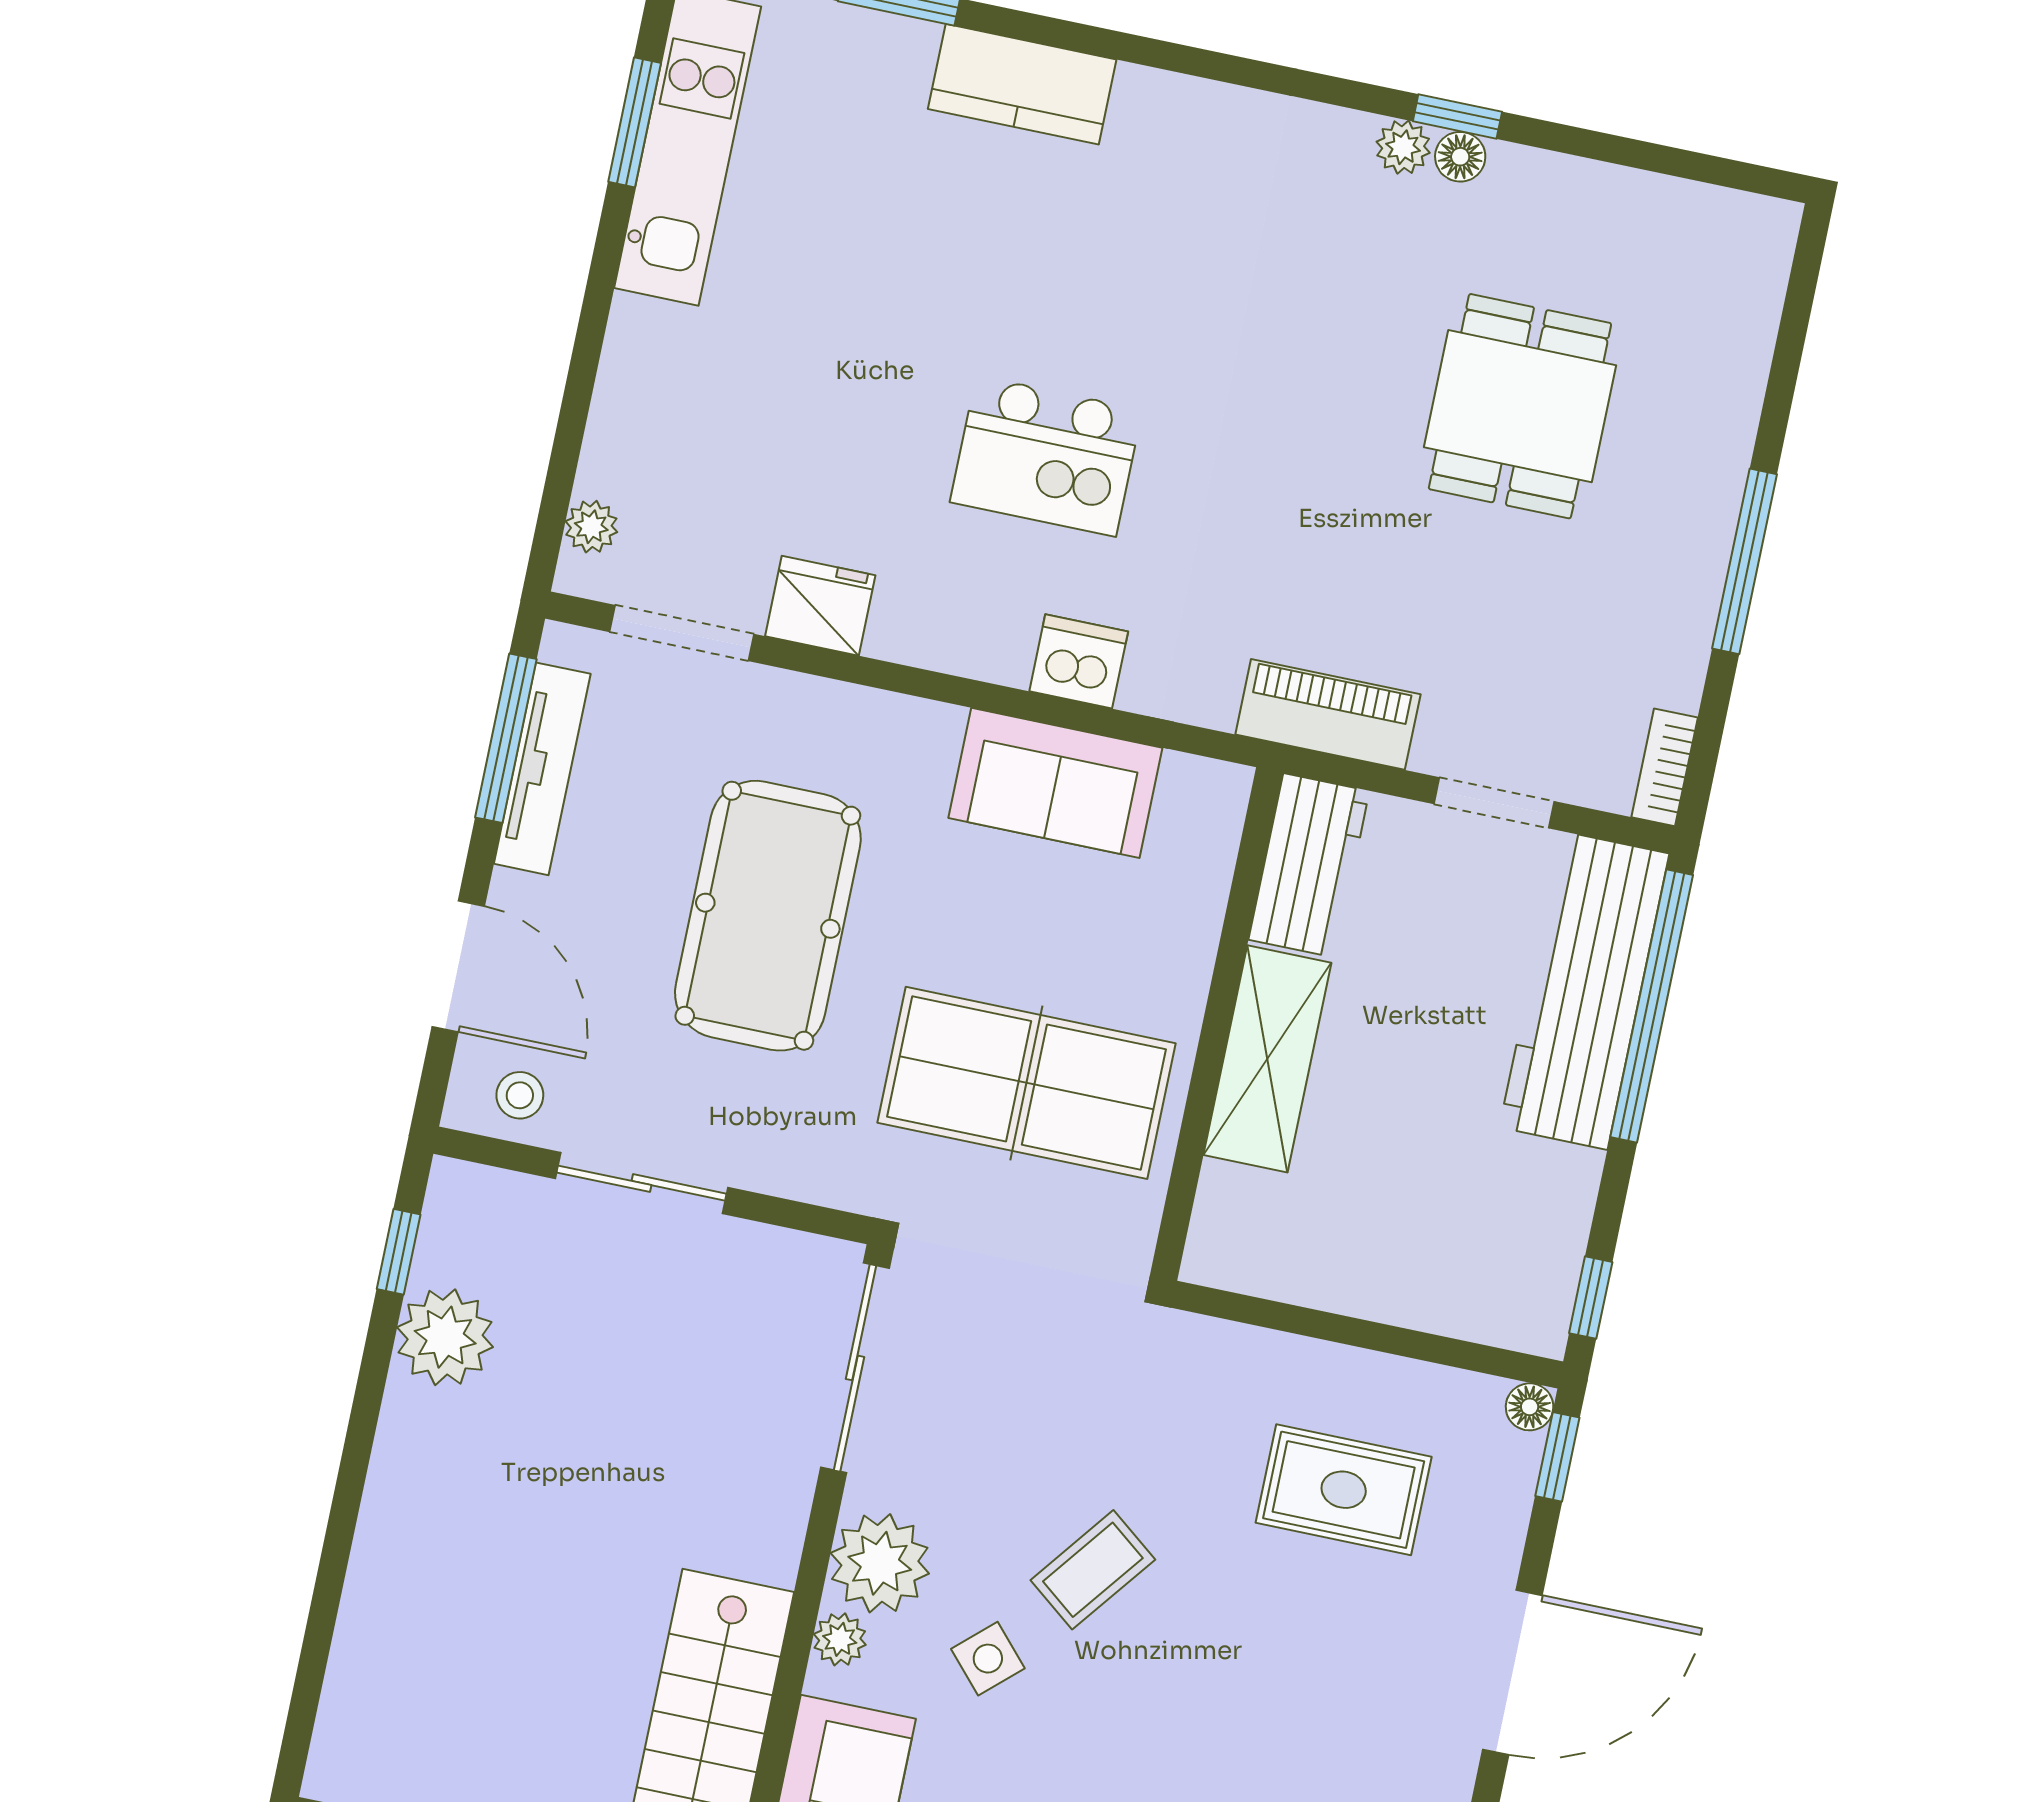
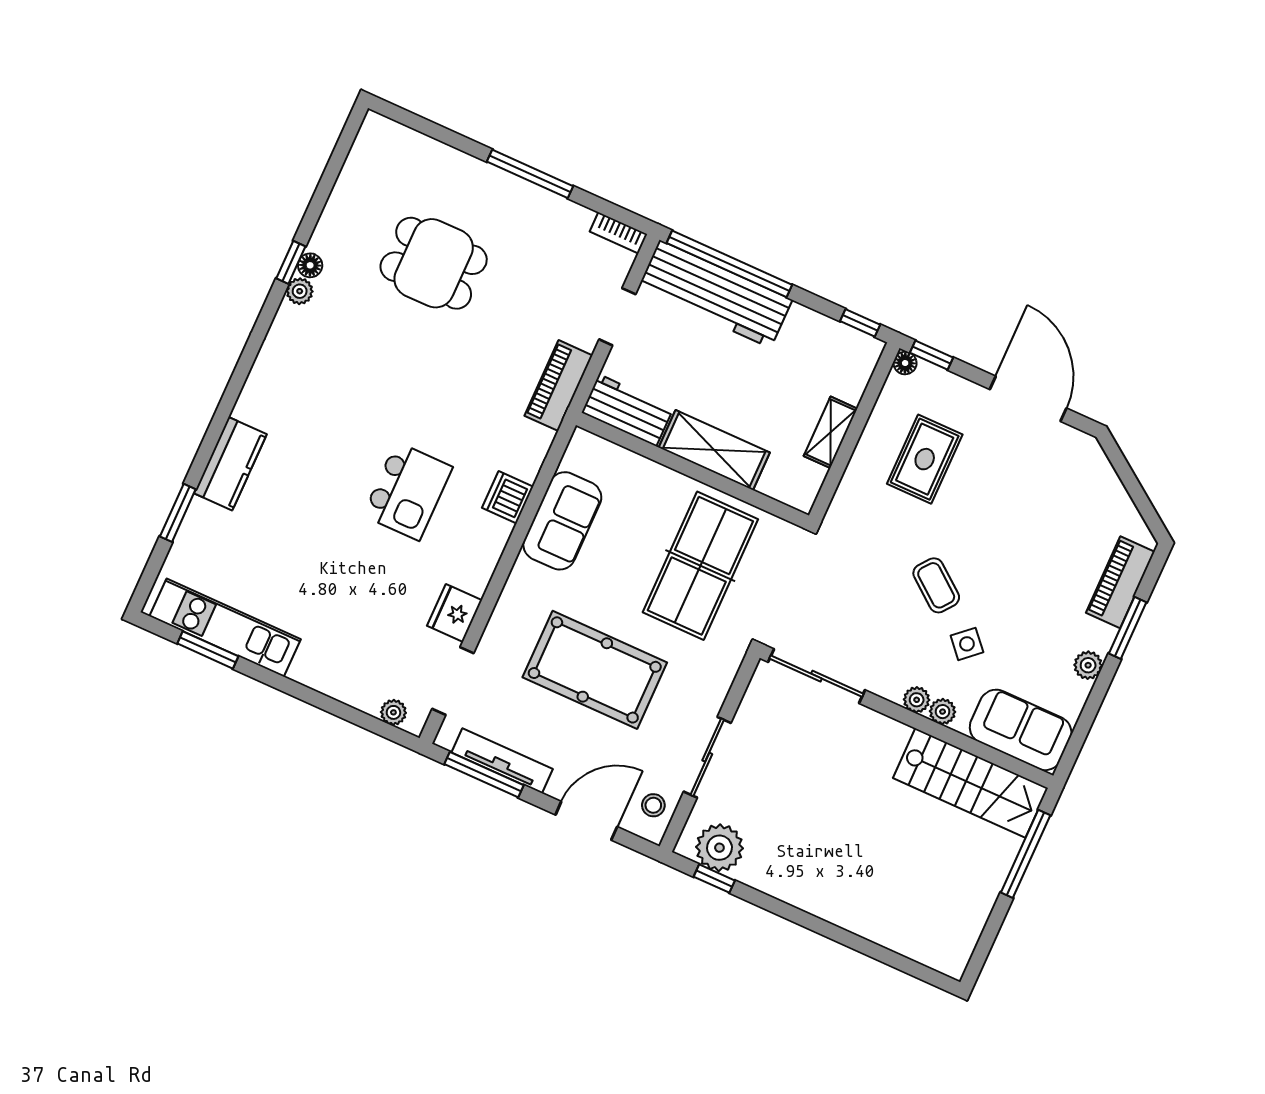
shelving: (1356, 1287) -> (831, 432), added
plant: (445, 1337) -> (719, 848), moved
plant: (880, 1563) -> (917, 700), width x0.53, depth x0.53

